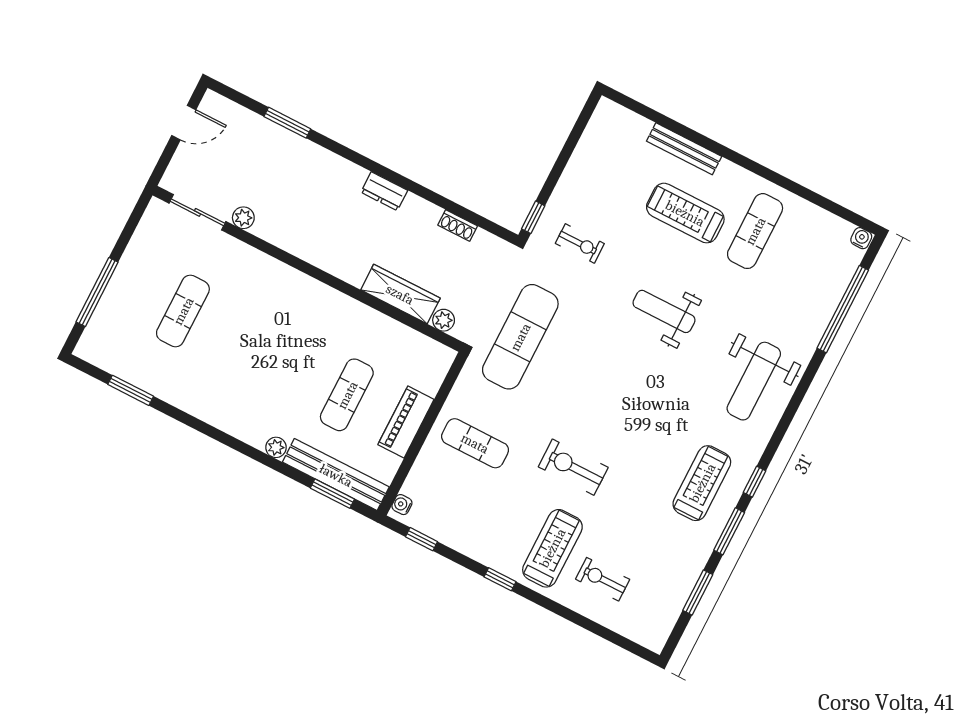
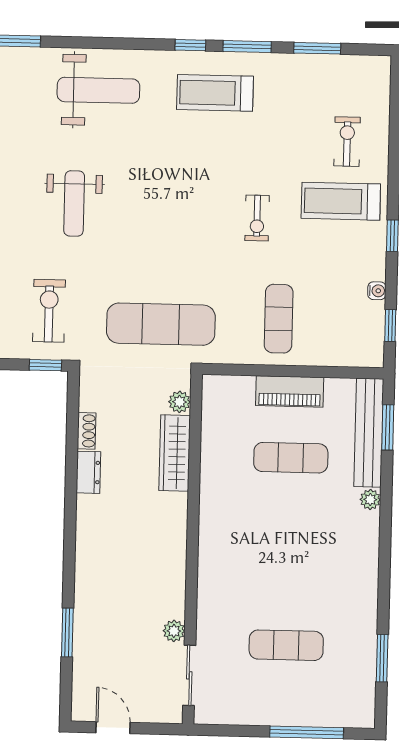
dresser: (384, 191) -> (88, 472), moved
exercise bike: (580, 243) -> (49, 311), width x1.38, depth x1.39
exercise bike: (573, 467) -> (257, 218), width x0.73, depth x0.72
water cooler: (402, 505) -> (377, 291), moved, turned -90
exercise bike: (603, 579) -> (347, 142), turned 180

